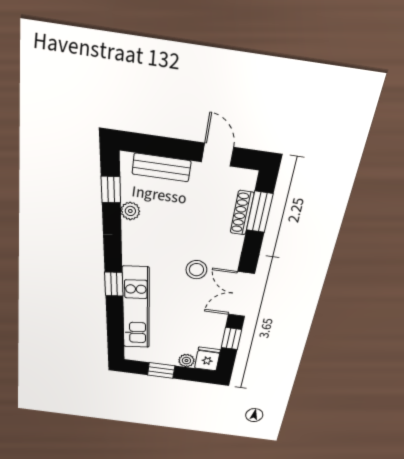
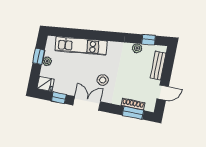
window: (114, 284) -> (96, 35), removed
plant: (186, 361) -> (47, 61), moved

